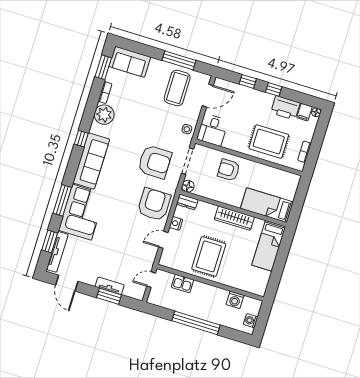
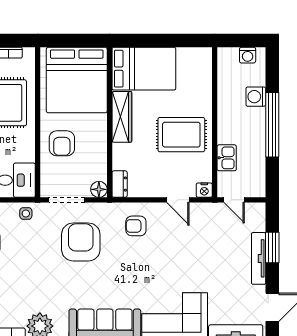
armchair: (154, 204) -> (136, 226), width x0.53, depth x0.53
bed: (267, 205) -> (77, 80), width x2.04
nightstand: (176, 223) -> (204, 190), moved
bed: (269, 246) -> (144, 69), width x1.50
tv unit: (110, 286) -> (259, 258), width x1.41
washing machine: (235, 300) -> (256, 97), moved, turned 180

